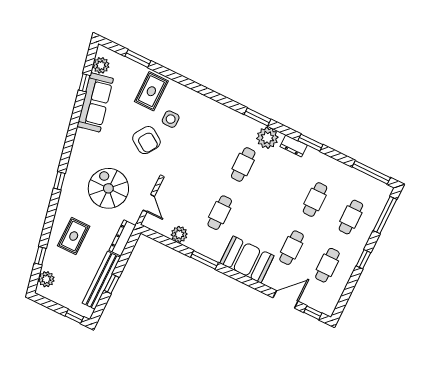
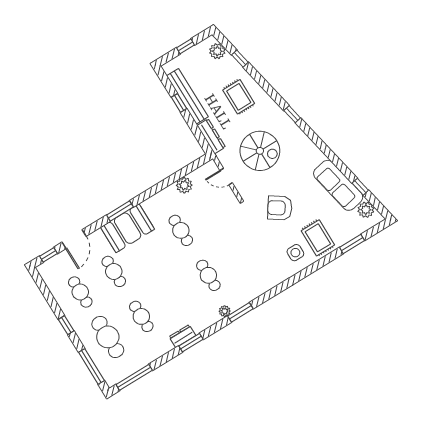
side table: (171, 119) -> (295, 253), moved
plant: (267, 138) -> (225, 311), width x0.53, depth x0.53
dresser: (294, 146) -> (182, 336), moved
cafe table: (351, 217) -> (108, 337), width x1.37, depth x1.35
window: (204, 260) -> (120, 211), moved
window: (74, 316) -> (185, 46), moved

